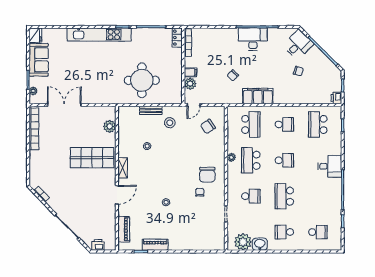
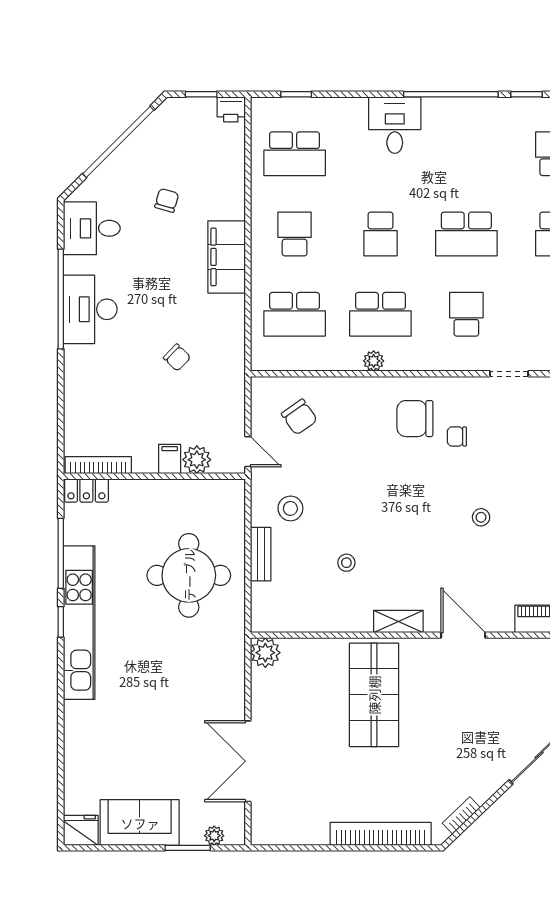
kitchen unit: (99, 35) -> (79, 623), moved
desk: (298, 45) -> (92, 228), moved, turned -45
filing cabinet: (258, 96) -> (227, 257), moved
school desk: (251, 124) -> (295, 314), turned 180
plant: (110, 126) -> (265, 653), moved
bookcase: (34, 129) -> (381, 834), moved
school desk: (284, 160) -> (380, 234), turned 180
chair: (207, 175) -> (415, 419), turned 180

